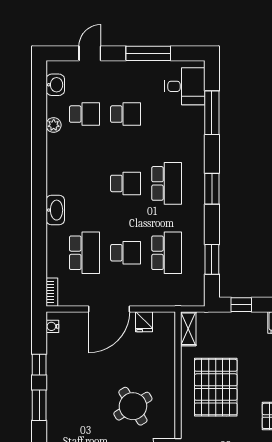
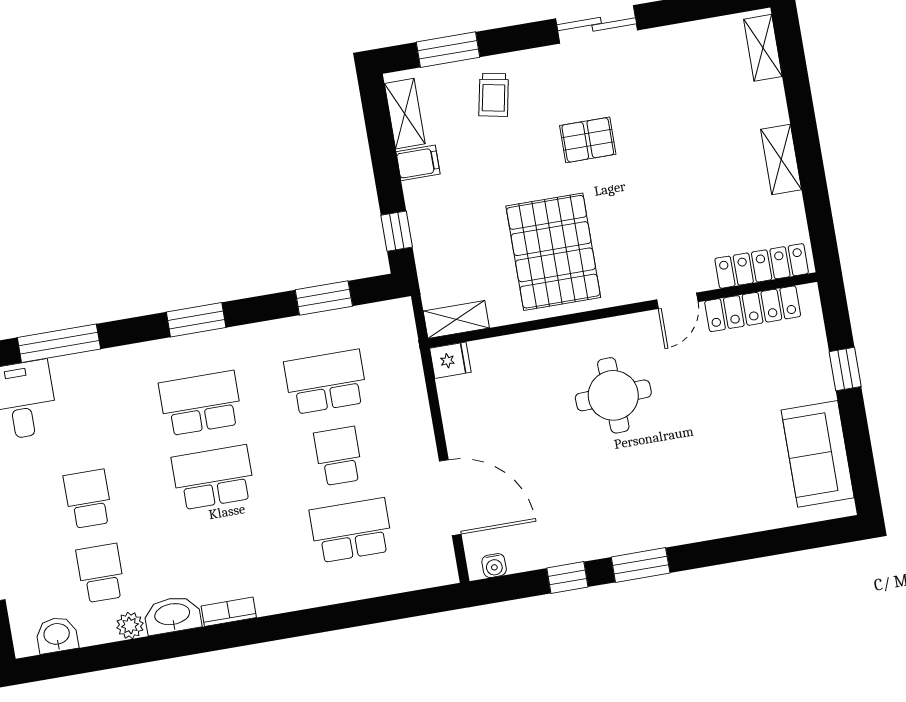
school desk: (126, 183) -> (213, 477), width x1.85
washbasin: (55, 210) -> (172, 615), moved
bookcase: (52, 292) -> (229, 612), moved
door: (109, 309) -> (450, 498), moved
fridge: (144, 322) -> (450, 360), moved
pallet: (216, 387) -> (553, 252), turned 90
round table: (133, 406) -> (613, 395), turned 30

